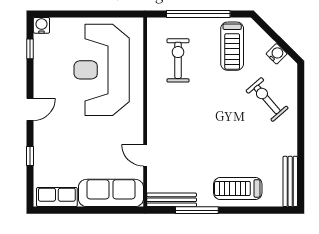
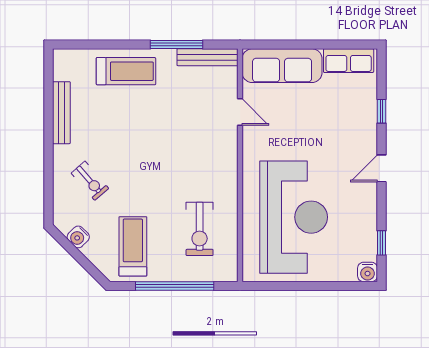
exercise bike: (267, 99) -> (90, 181), width x0.73, depth x0.72
bench: (290, 181) -> (61, 113), moved

